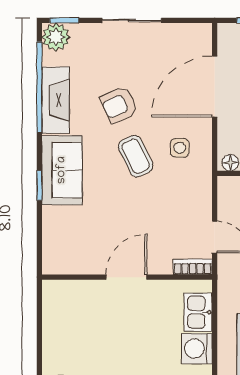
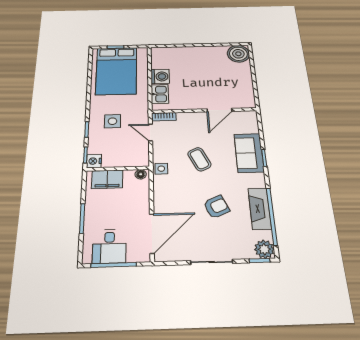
door: (215, 87) -> (152, 233), moved
side table: (180, 148) -> (161, 169), moved
coffee table: (136, 156) -> (199, 159), moved
sofa: (62, 170) -> (249, 153), moved
door: (126, 277) -> (219, 110), moved

